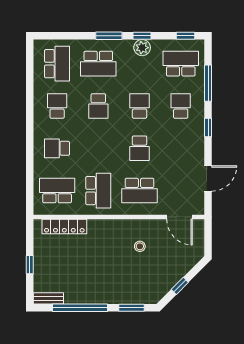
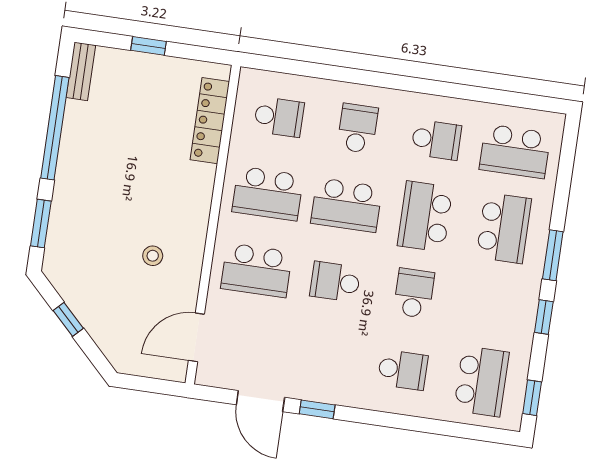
plant: (142, 48) -> (522, 314), removed
school desk: (98, 64) -> (504, 228), turned 180
window: (208, 83) -> (438, 427), removed
school desk: (98, 106) -> (425, 217), width x1.85
school desk: (139, 106) -> (414, 293), turned -90
window: (208, 127) -> (317, 409), moved
school desk: (98, 148) -> (346, 205), added
school desk: (57, 191) -> (279, 117), width x0.54
school desk: (139, 191) -> (257, 270), turned -90

